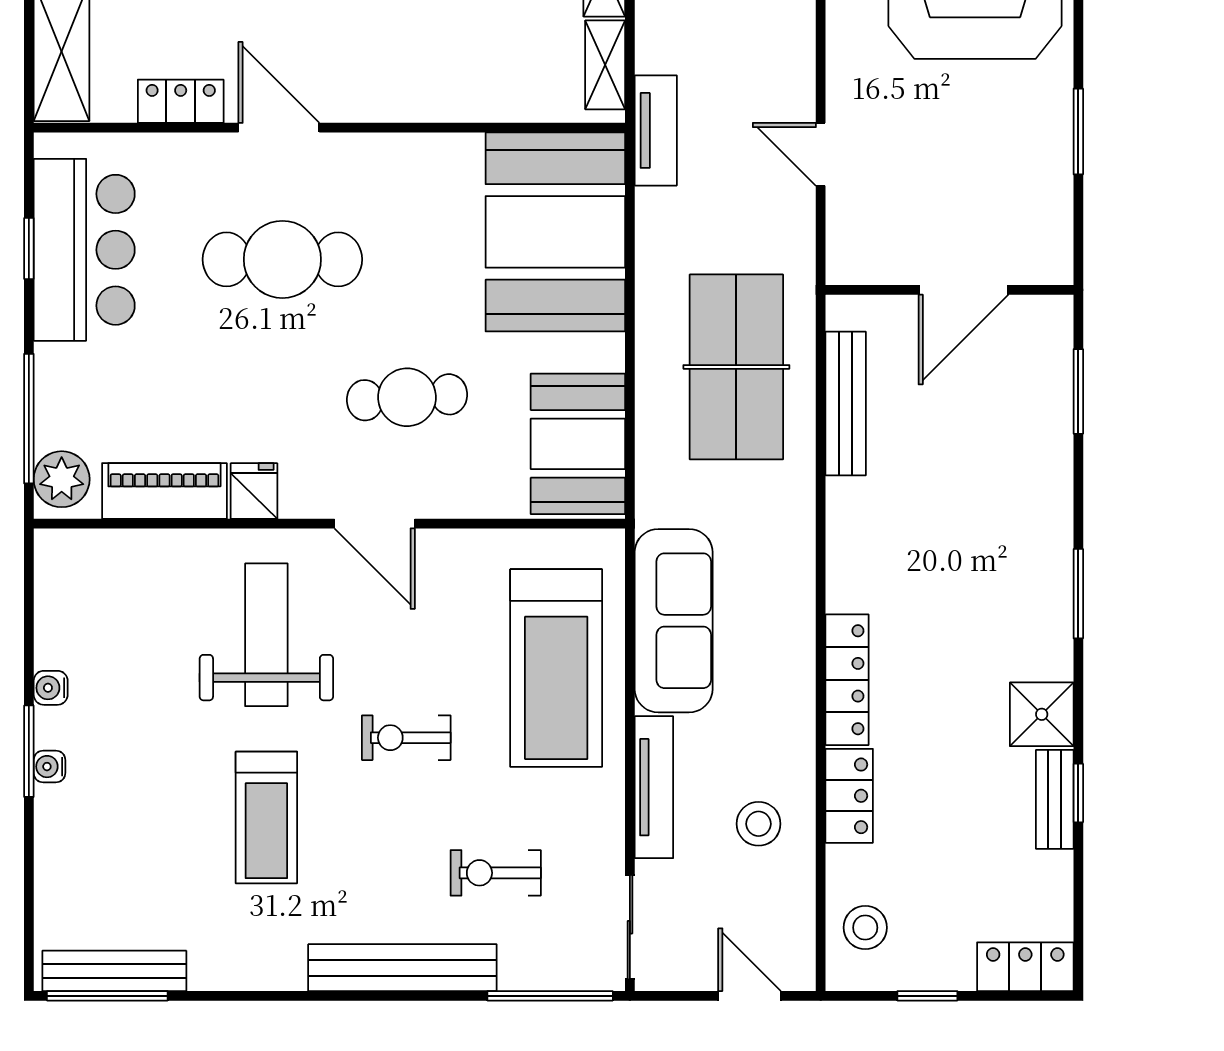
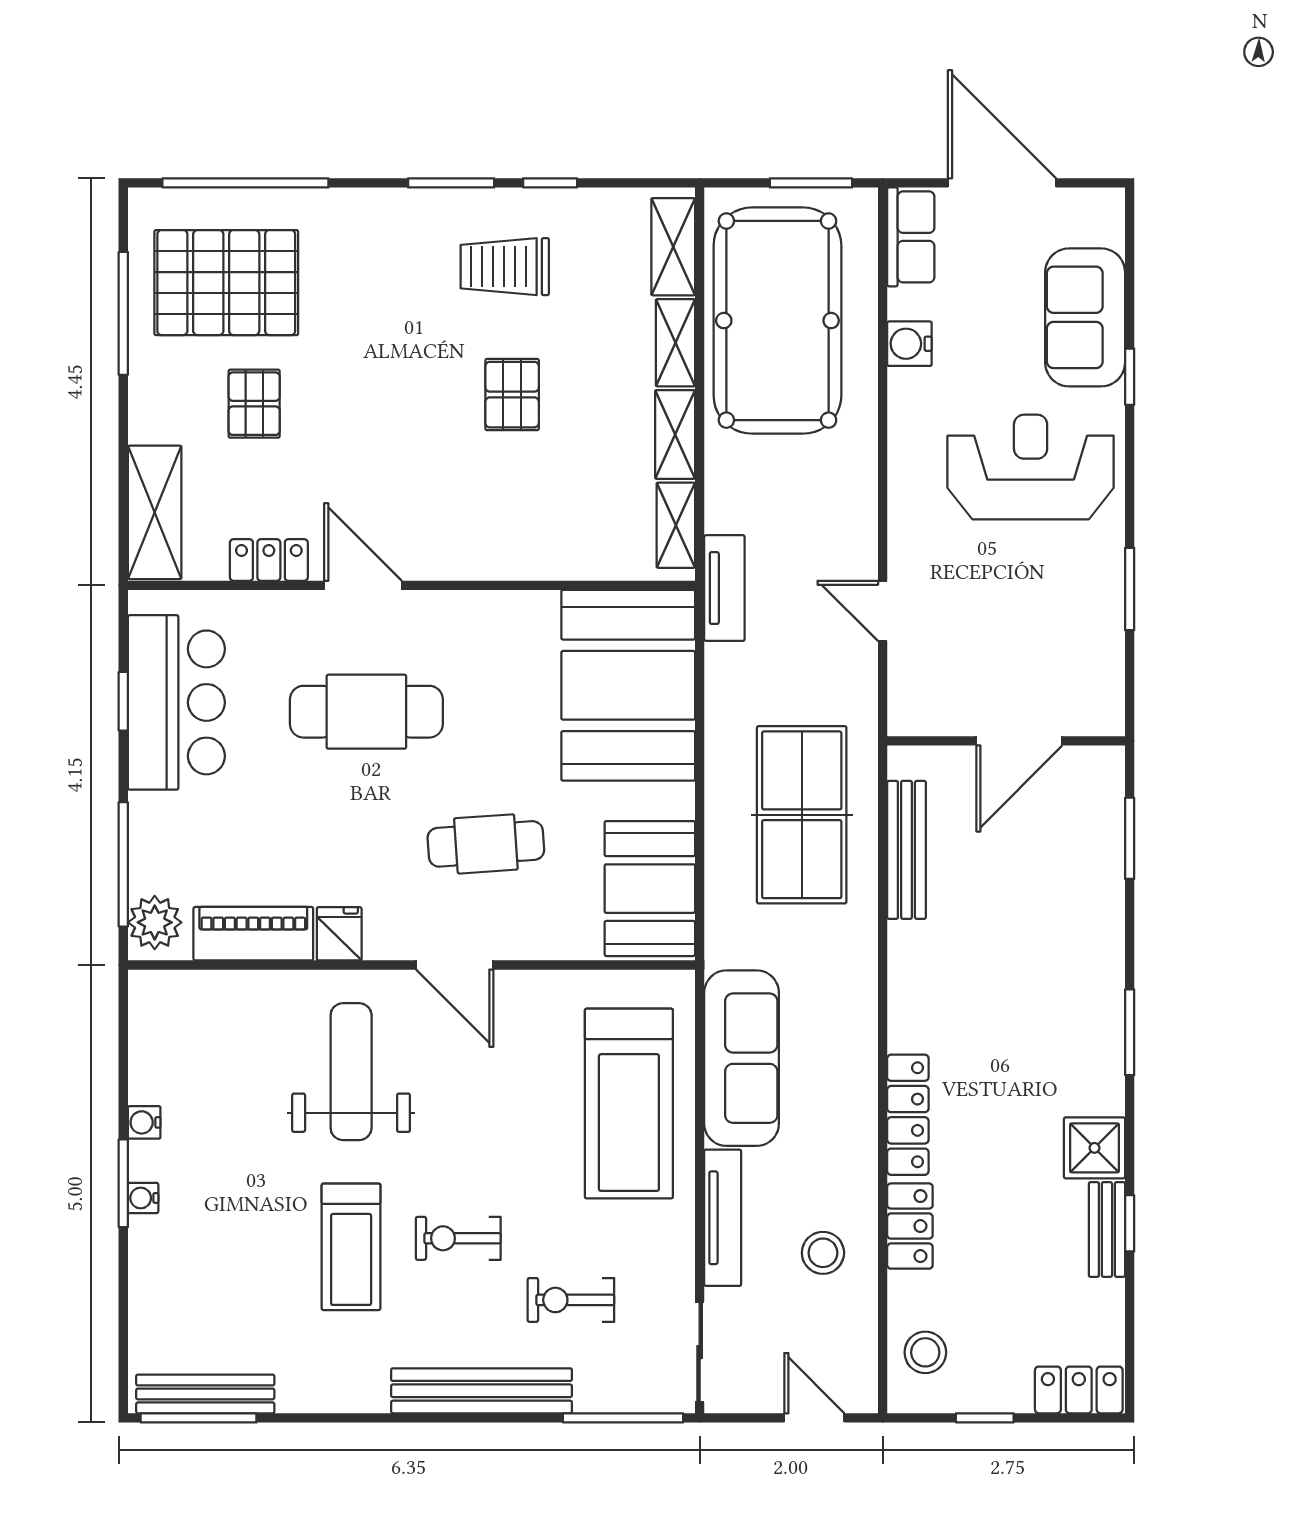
exercise bike: (406, 738) -> (458, 1238), moved

